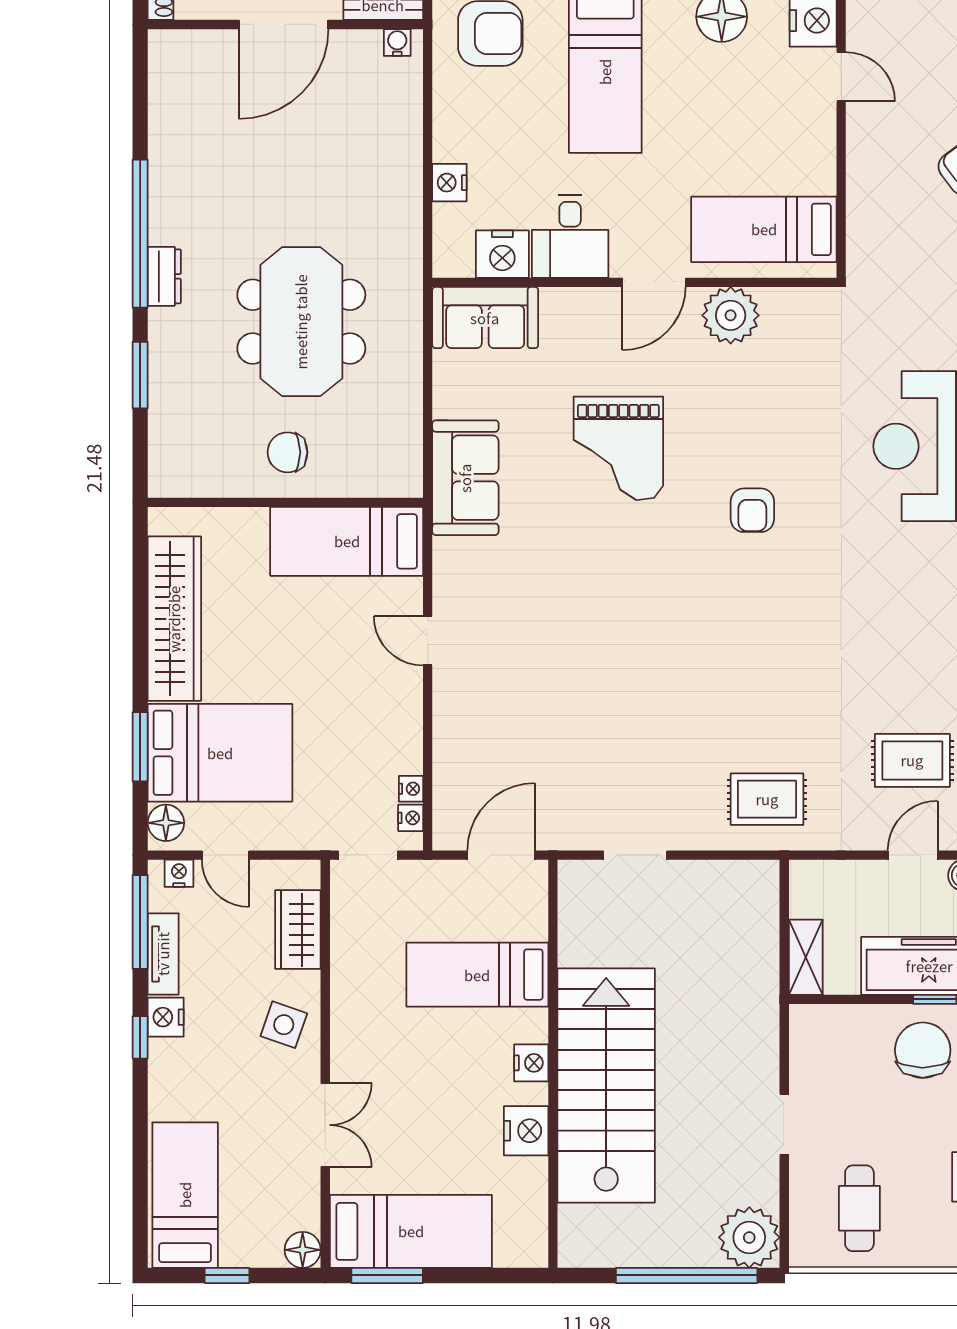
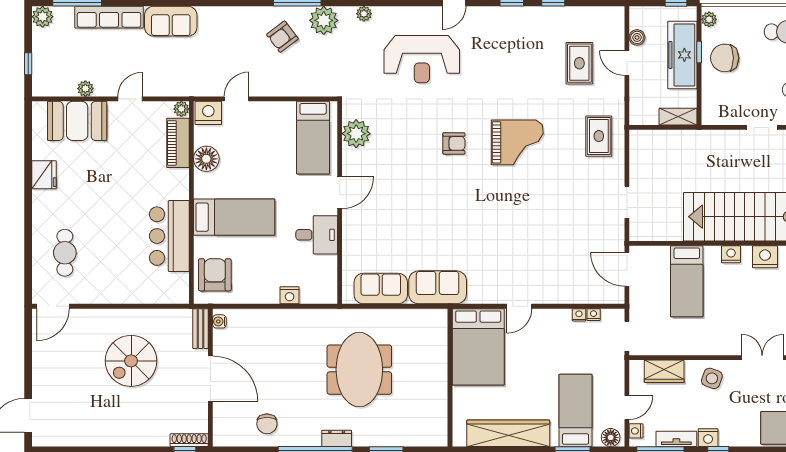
nightstand: (502, 254) -> (326, 269), removed
door: (654, 282) -> (340, 193), hinge flipped
plant: (731, 315) -> (356, 134), moved
sofa: (485, 318) -> (381, 289), moved, turned -90
meeting table: (301, 322) -> (359, 370), turned 90
grand piano: (618, 448) -> (517, 142), moved
chair: (288, 452) -> (267, 424), moved
bed: (347, 541) -> (478, 347), width x1.50
bed: (220, 753) -> (576, 410), width x0.67
nightstand: (411, 818) -> (579, 315), moved

